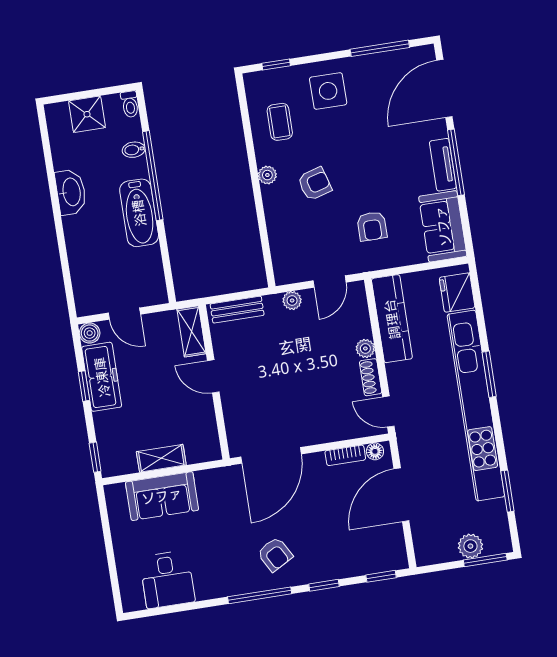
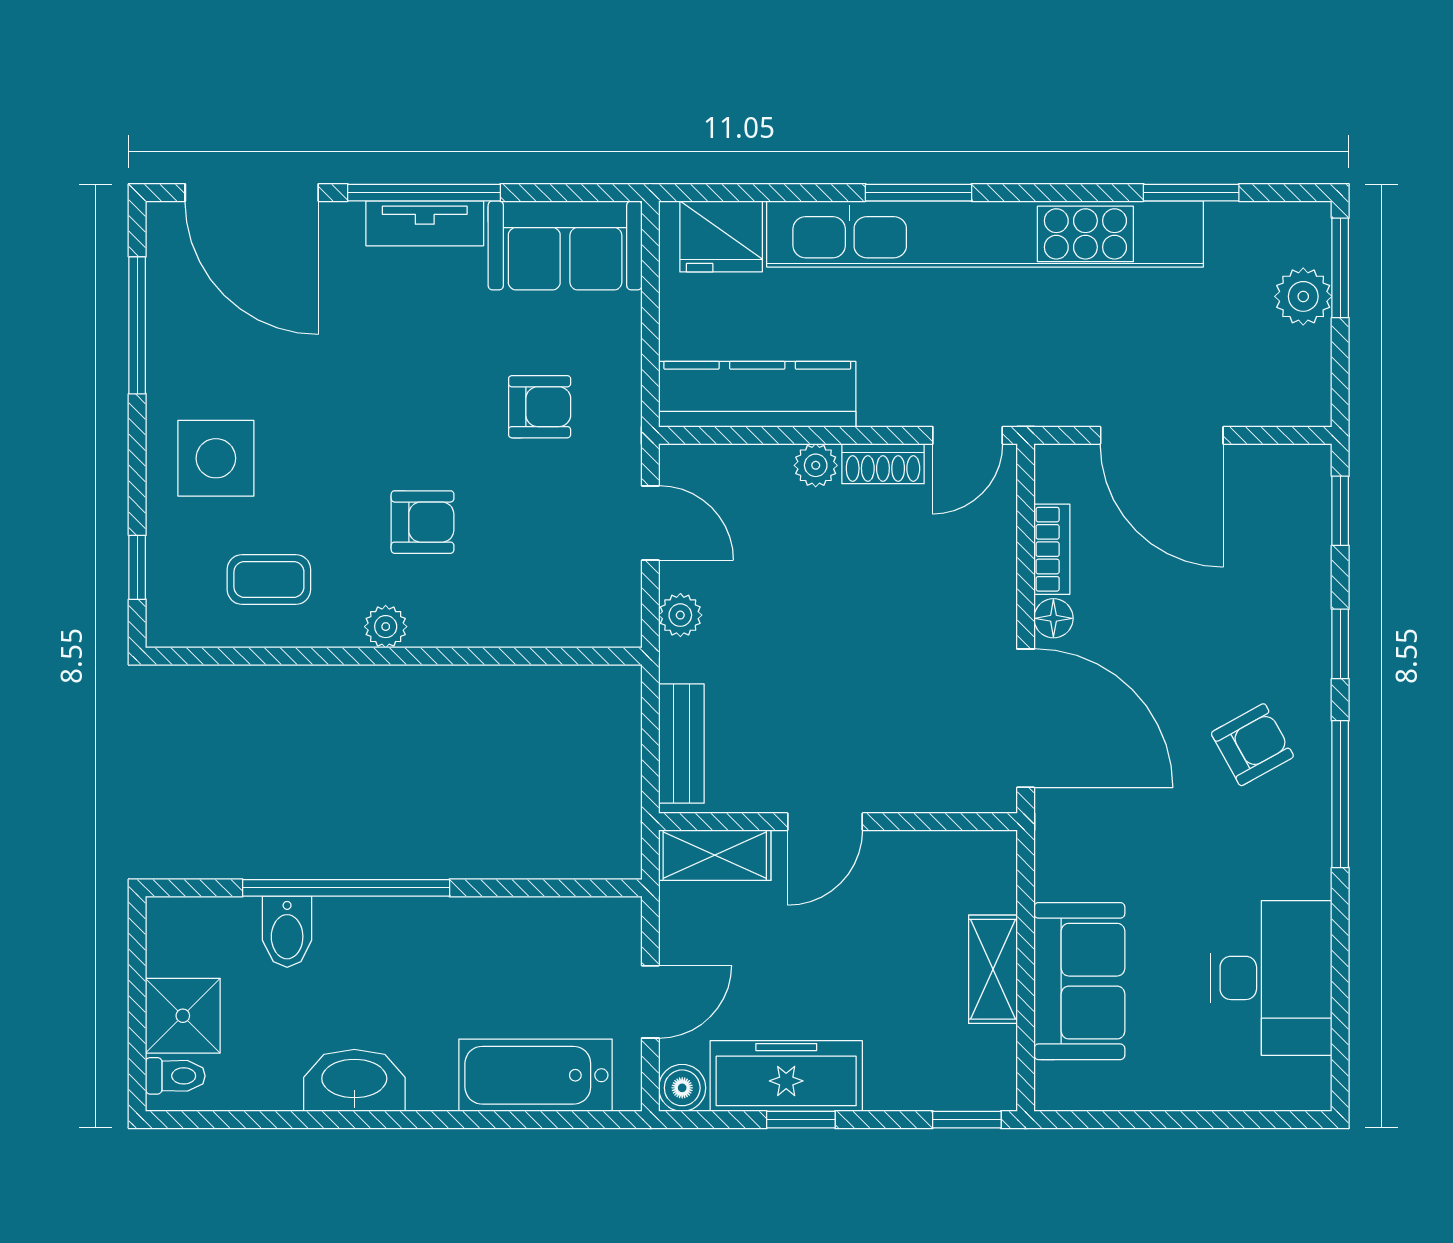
toilet: (130, 104) -> (175, 1076), moved
bidet: (134, 150) -> (287, 932), width x1.38, depth x1.36
armchair: (315, 184) -> (423, 522), turned 106
bathtub: (139, 213) -> (535, 1075), moved, turned 180
floor lamp: (375, 451) -> (1053, 618), moved
desk: (167, 579) -> (1271, 978), width x1.37

